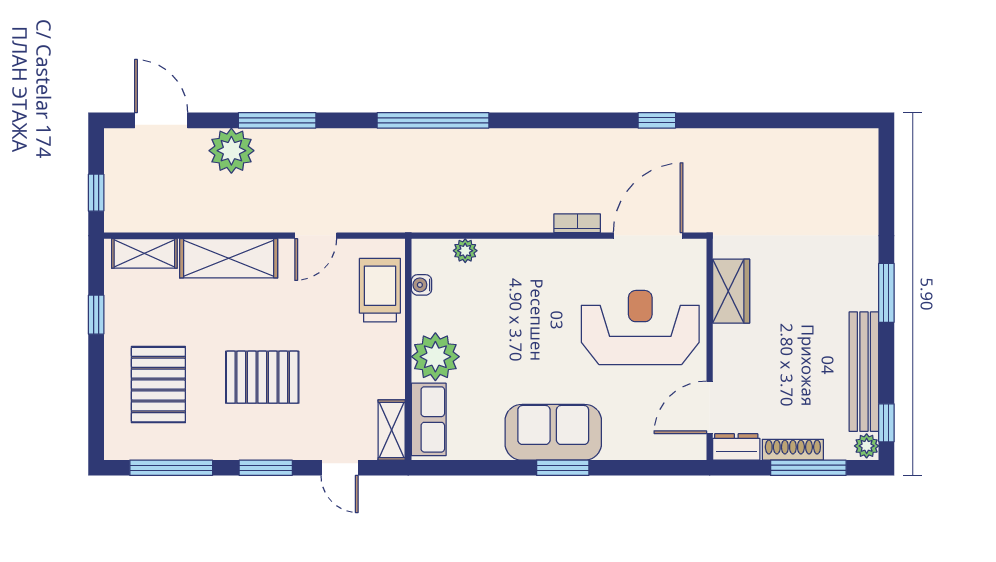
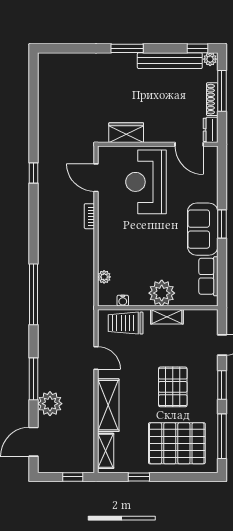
door: (648, 236) -> (96, 178), width x0.73
pallet: (158, 385) -> (177, 443), width x1.37, depth x1.41
row of seats: (429, 419) -> (208, 276), moved, turned -90
shelving: (392, 430) -> (167, 317), moved

